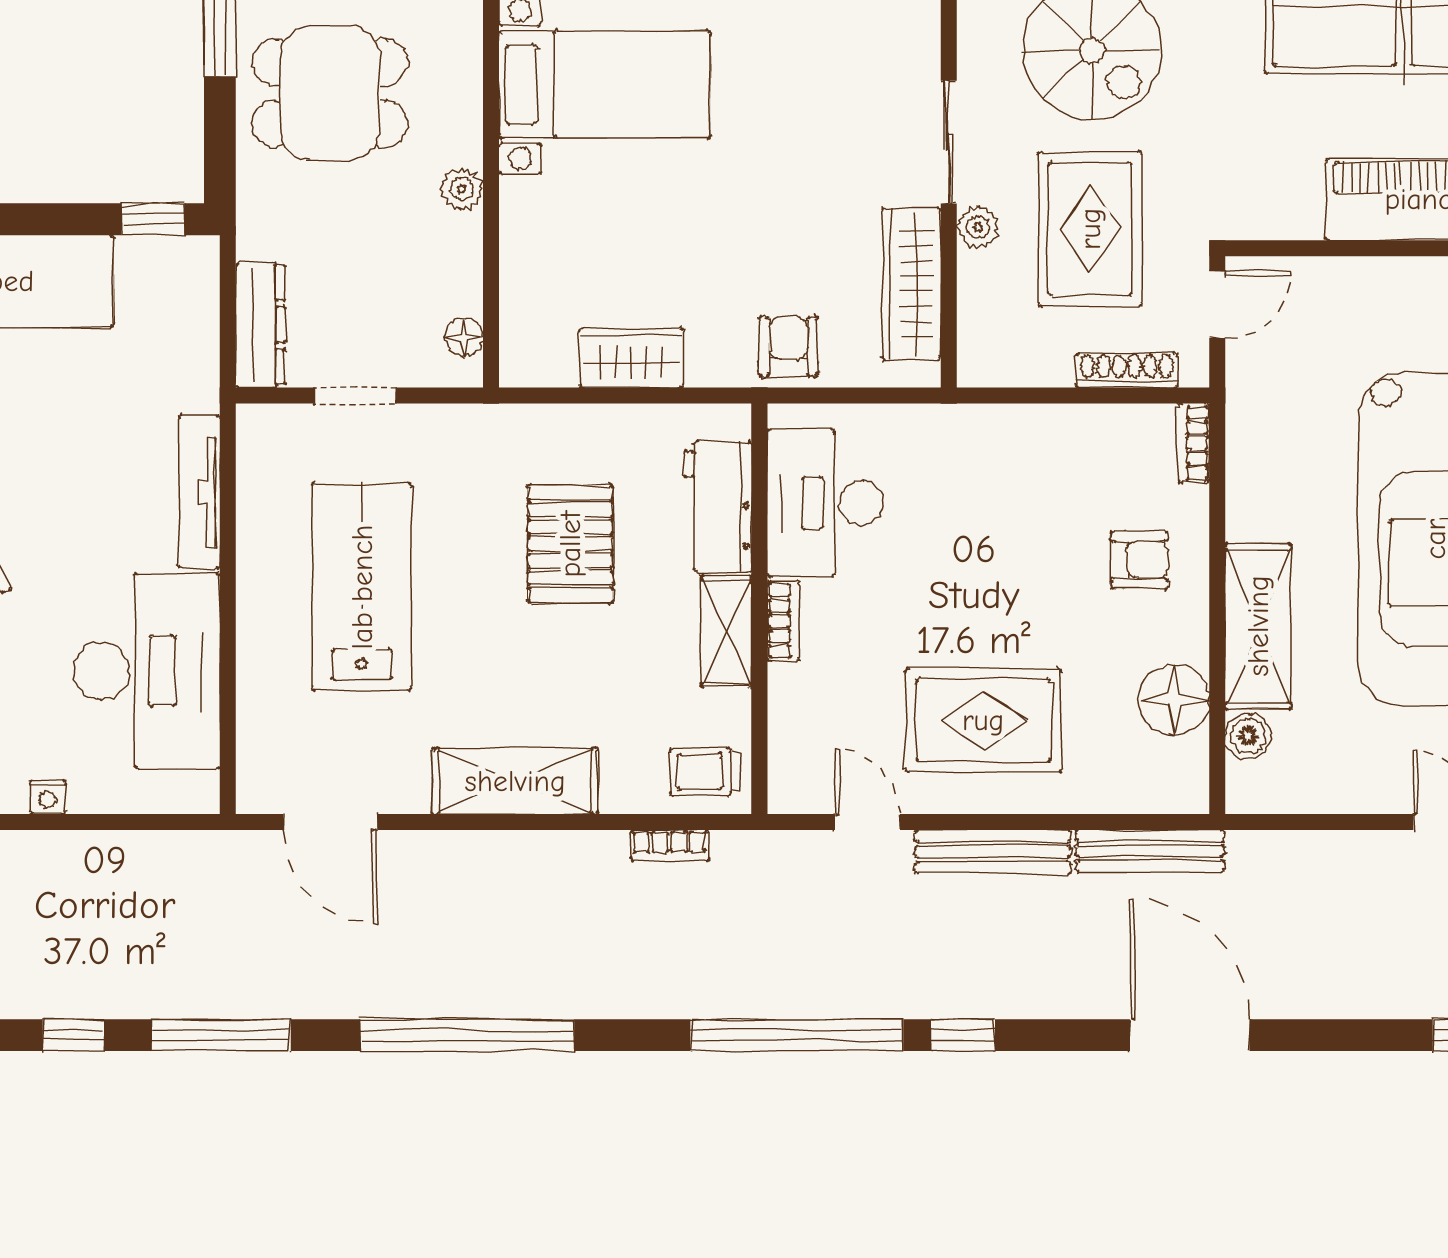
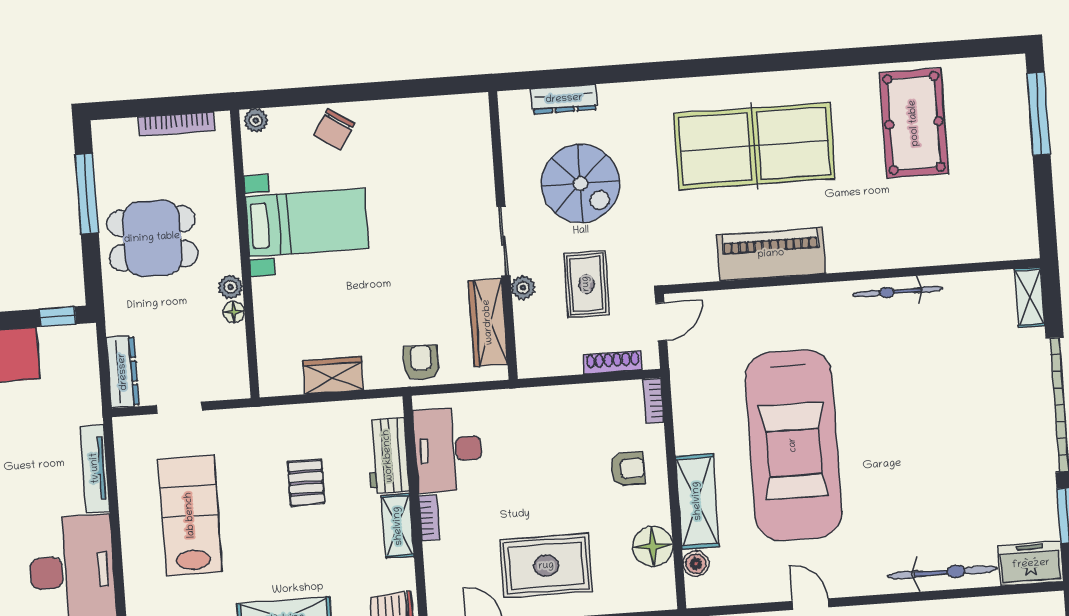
rug: (1090, 229) -> (586, 284), width x0.73, depth x0.70
floor lamp: (464, 337) -> (234, 312), moved
pallet: (570, 544) -> (306, 483), width x0.67, depth x0.71

